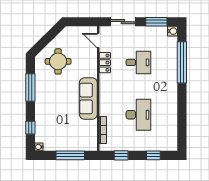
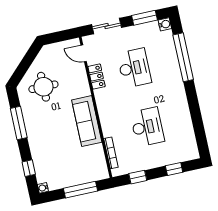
desk: (138, 62) -> (134, 68), width x1.37

